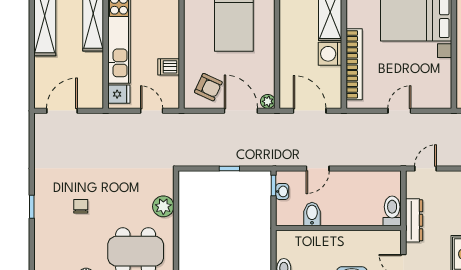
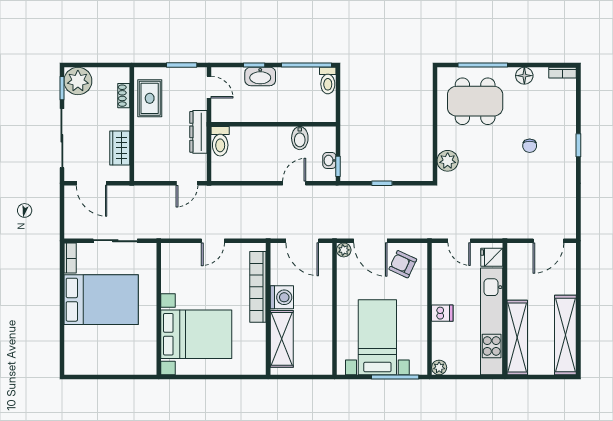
dishwasher: (169, 67) -> (442, 313), moved
plant: (163, 206) -> (448, 161), moved

